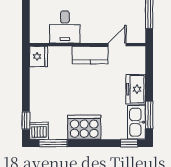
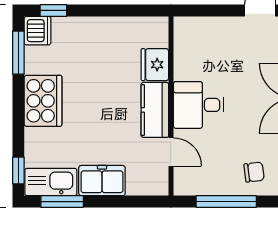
desk: (65, 27) -> (198, 105), moved
fridge: (39, 57) -> (155, 65), moved, turned 90

